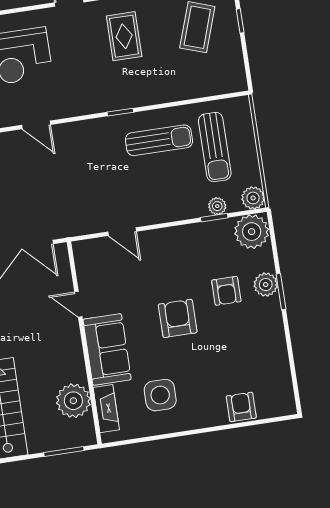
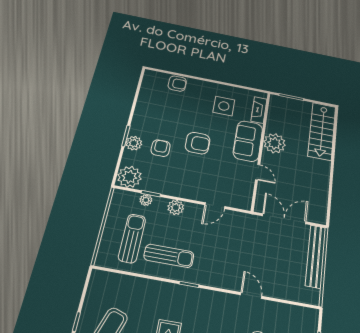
sun lounger: (159, 140) -> (169, 256), turned 180
plant: (253, 198) -> (176, 207), moved
door: (122, 232) -> (215, 206), swing flipped
armchair: (178, 318) -> (198, 143), turned -90
plant: (73, 401) -> (274, 143), moved
armchair: (241, 407) -> (177, 84), turned -90

